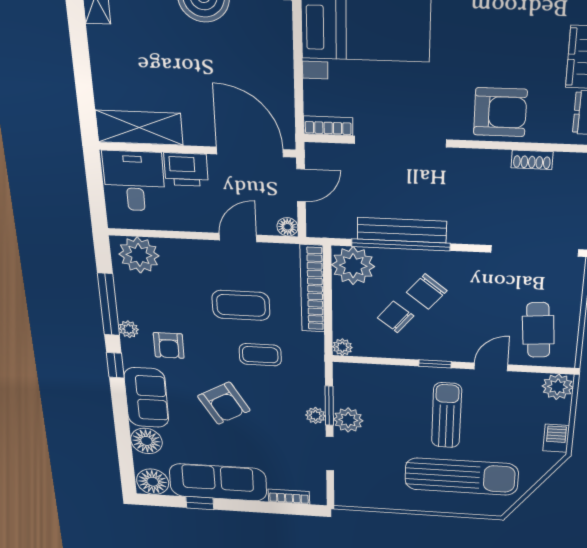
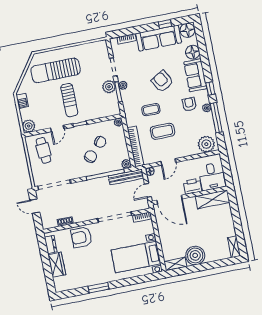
bench: (402, 230) -> (126, 177), moved
plant: (353, 266) -> (126, 164), width x0.53, depth x0.53

